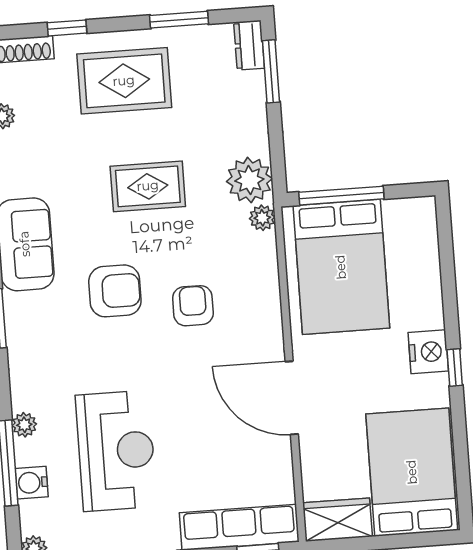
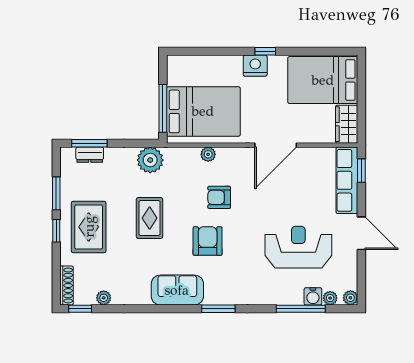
window: (67, 28) -> (56, 231), moved
dresser: (249, 45) -> (90, 155), moved
plant: (262, 218) -> (208, 154), moved
plant: (24, 425) -> (330, 298), moved

